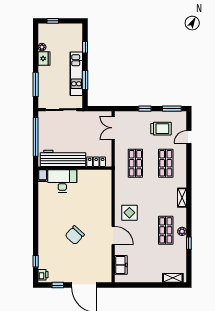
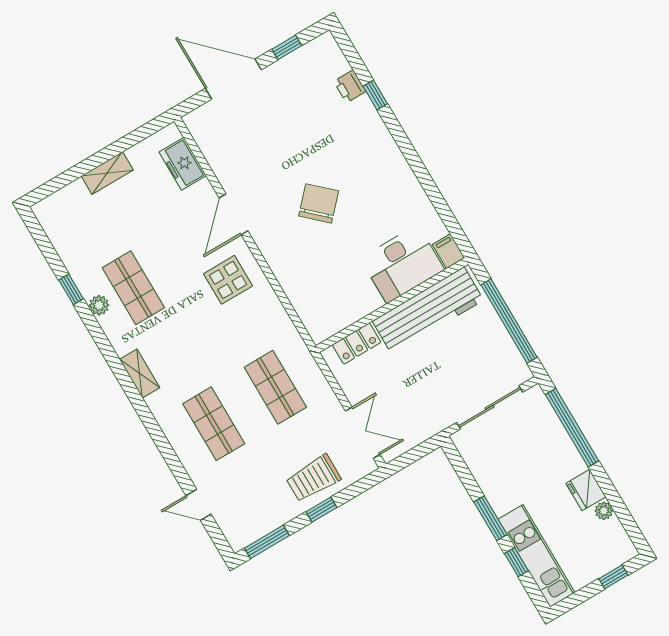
kitchen unit: (76, 74) -> (536, 556), moved
window: (85, 80) -> (490, 518), moved
window: (36, 84) -> (572, 428), width x1.46
trolley: (161, 129) -> (313, 478), moved
door: (189, 137) -> (199, 505), swing flipped
chair: (75, 235) -> (319, 203), moved
door: (113, 235) -> (234, 214), hinge flipped
window: (36, 261) -> (375, 95), moved
printer: (43, 275) -> (350, 86), moved
shelving: (173, 278) -> (107, 173), moved

